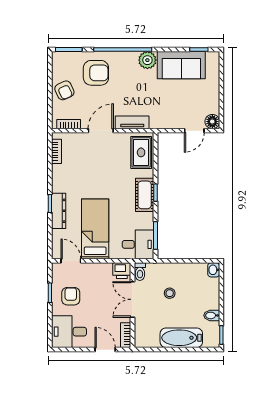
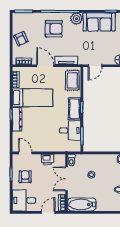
armchair: (96, 73) -> (54, 29), moved
door: (101, 131) -> (45, 66), hinge flipped
door: (194, 131) -> (95, 66), moved
bed: (95, 229) -> (32, 98), moved, turned 90
desk: (138, 244) -> (70, 131), moved
printer: (122, 271) -> (48, 160), moved
bathtub: (181, 338) -> (82, 204), moved
door: (105, 350) -> (48, 212), hinge flipped

